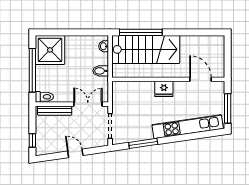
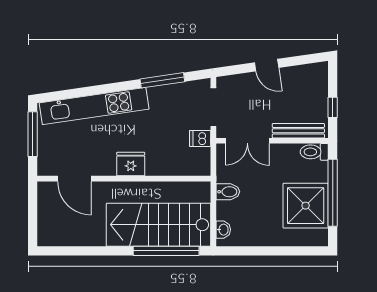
shower: (50, 50) -> (306, 206), moved
dishwasher: (119, 106) -> (200, 138), added
window: (32, 140) -> (333, 107), moved

